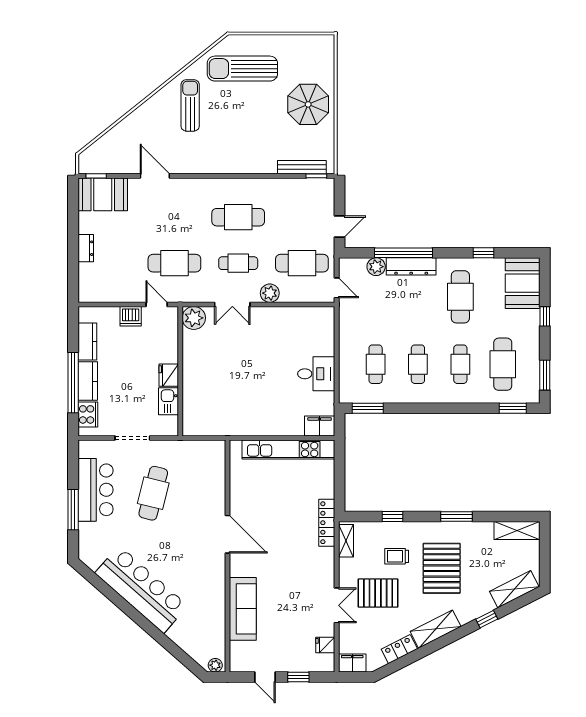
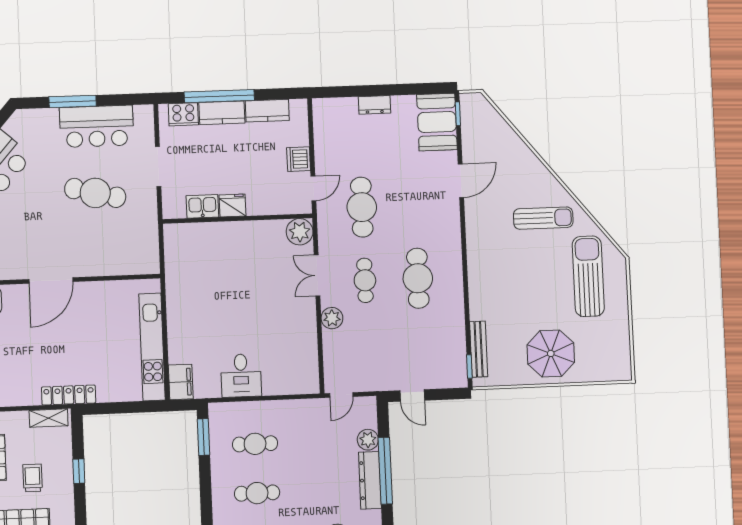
cafe table: (302, 263) -> (368, 354), removed

